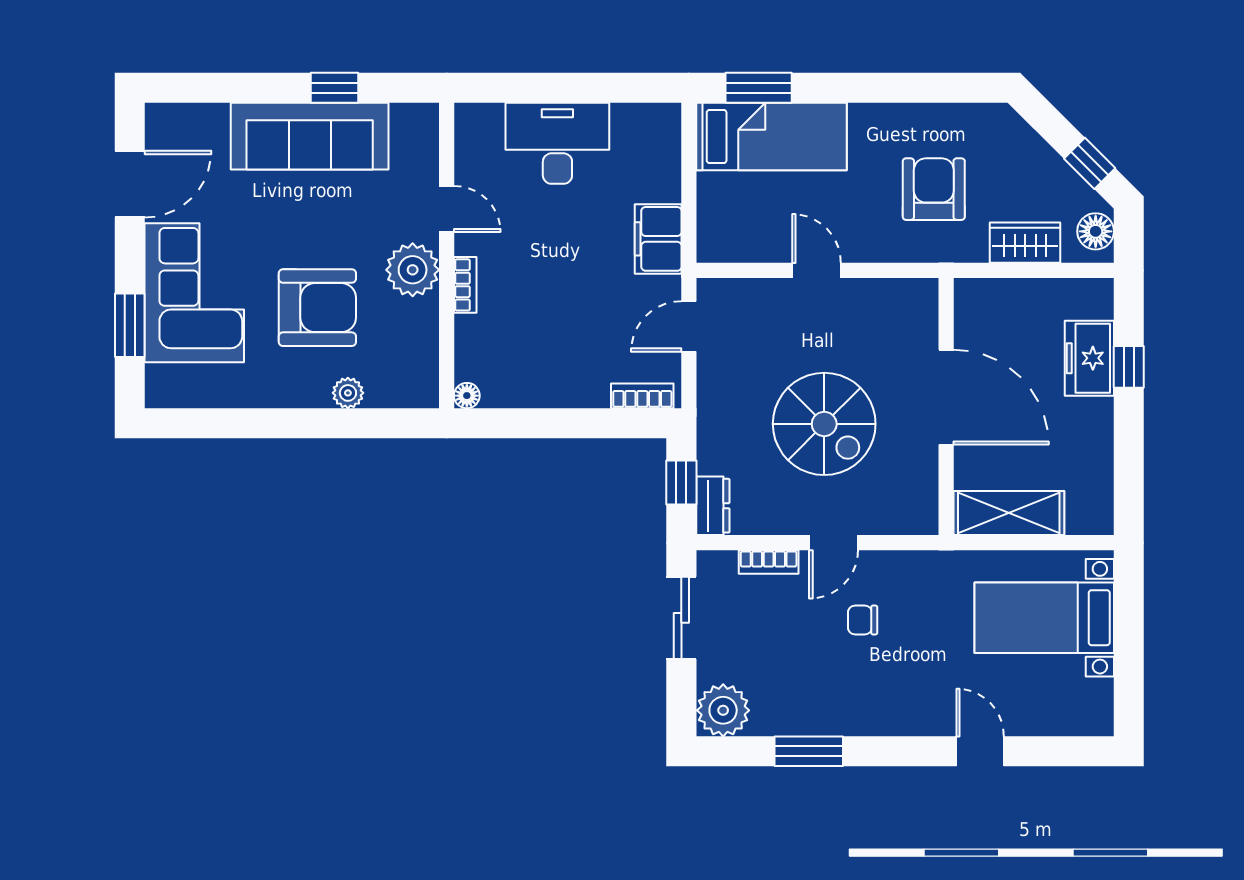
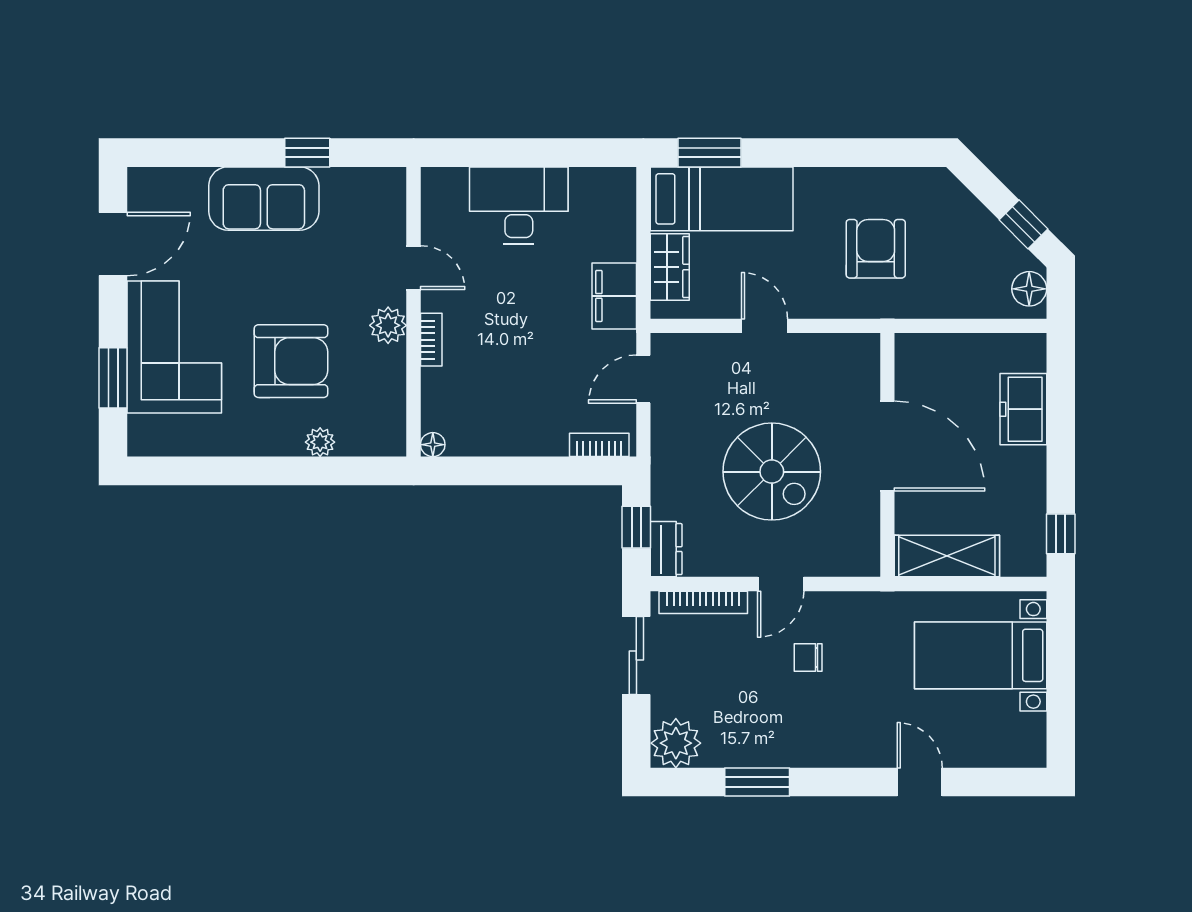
sofa: (310, 136) -> (264, 199), width x0.73
wardrobe: (1025, 243) -> (670, 267), moved, turned 90
plant: (413, 270) -> (388, 325), width x0.73, depth x0.73
window: (1129, 367) -> (1061, 534), moved
bookcase: (769, 562) -> (703, 602), width x1.56

